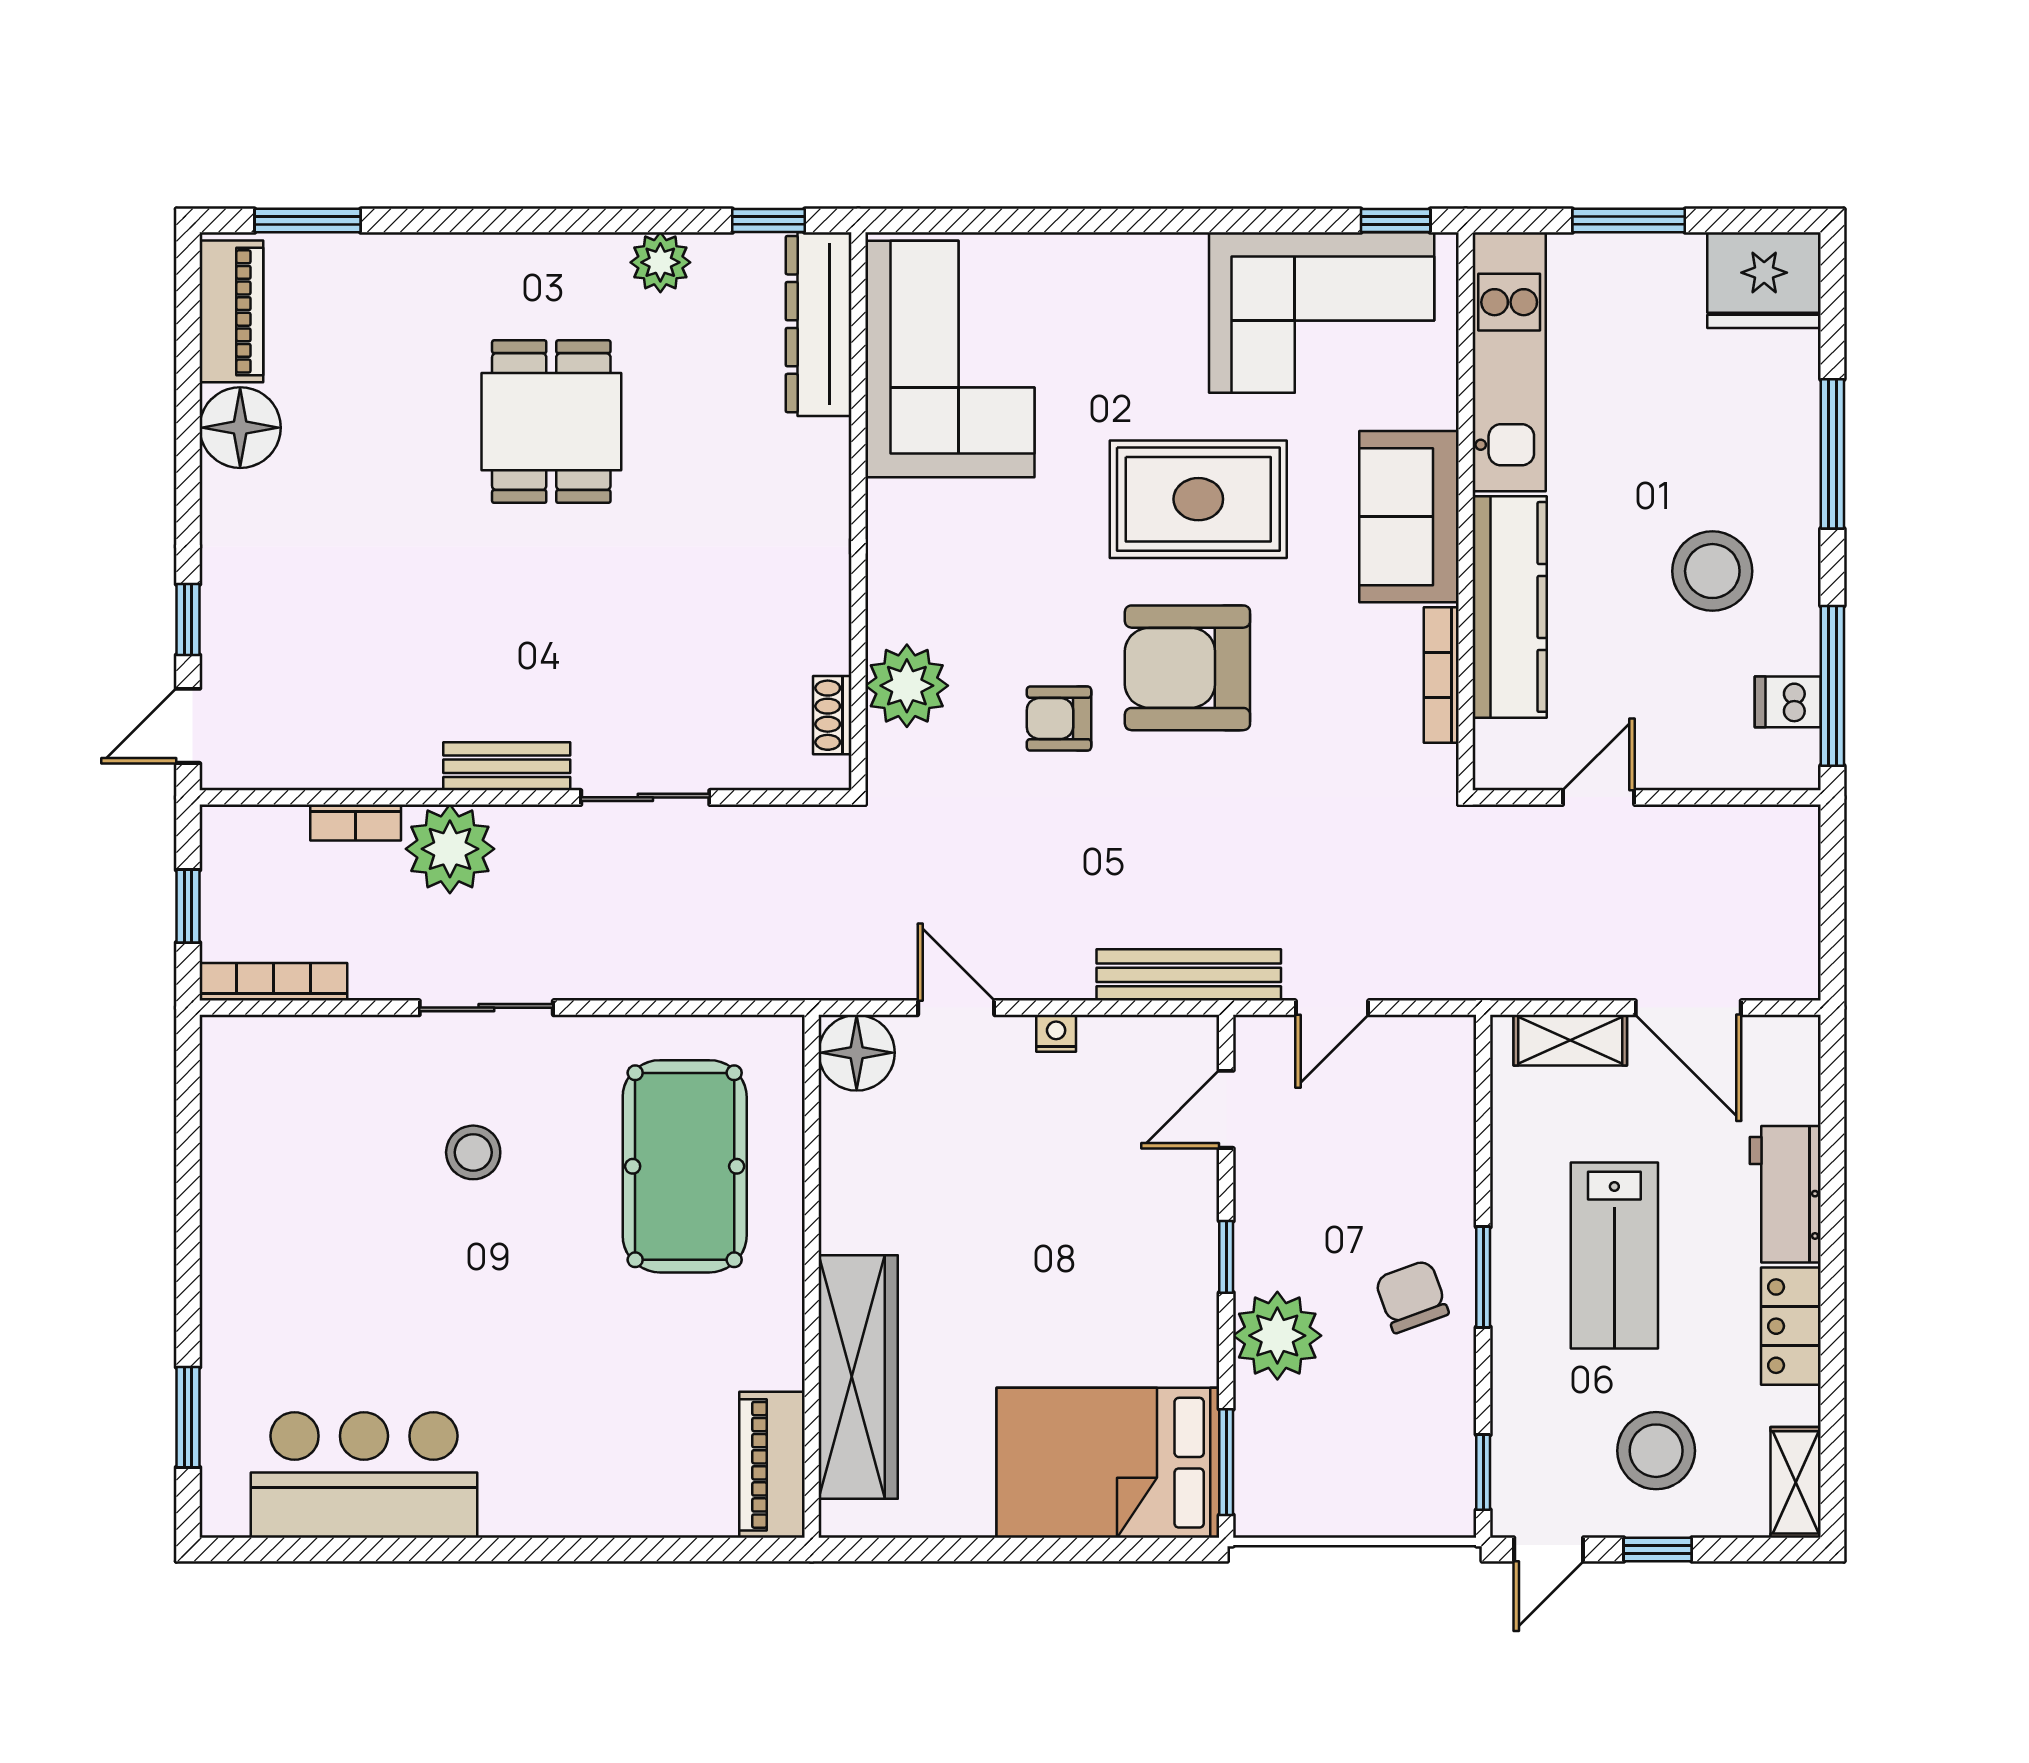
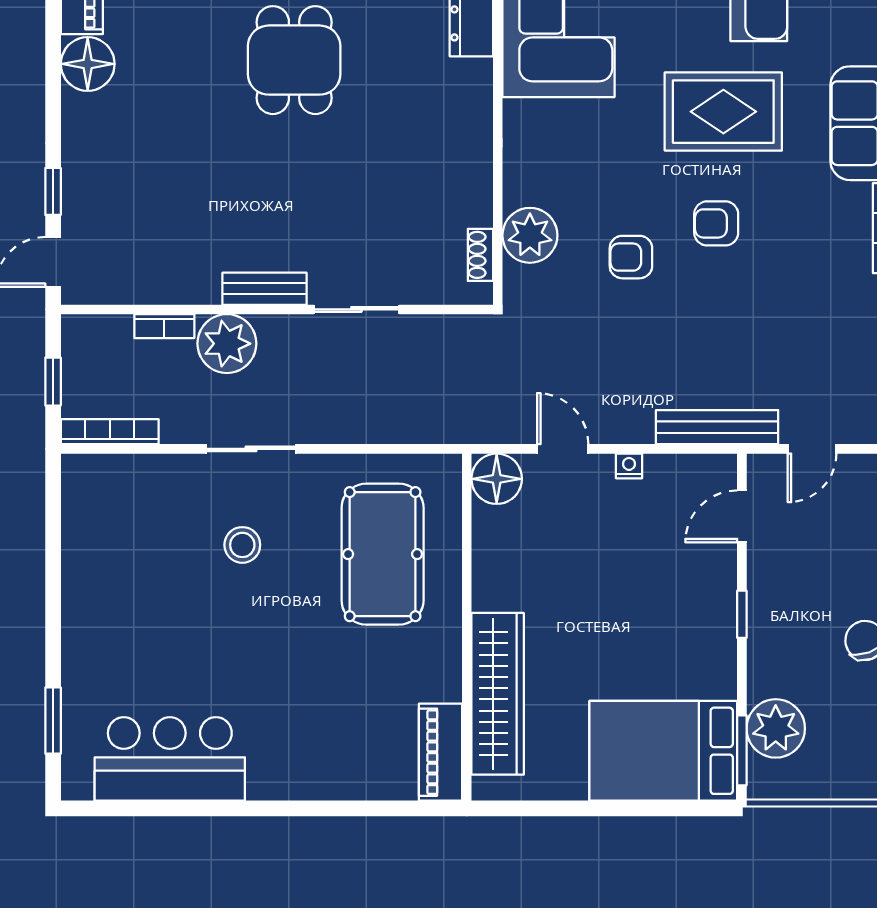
armchair: (1187, 668) -> (716, 223), width x0.53, depth x0.53
plant: (1277, 1336) -> (776, 728), moved

